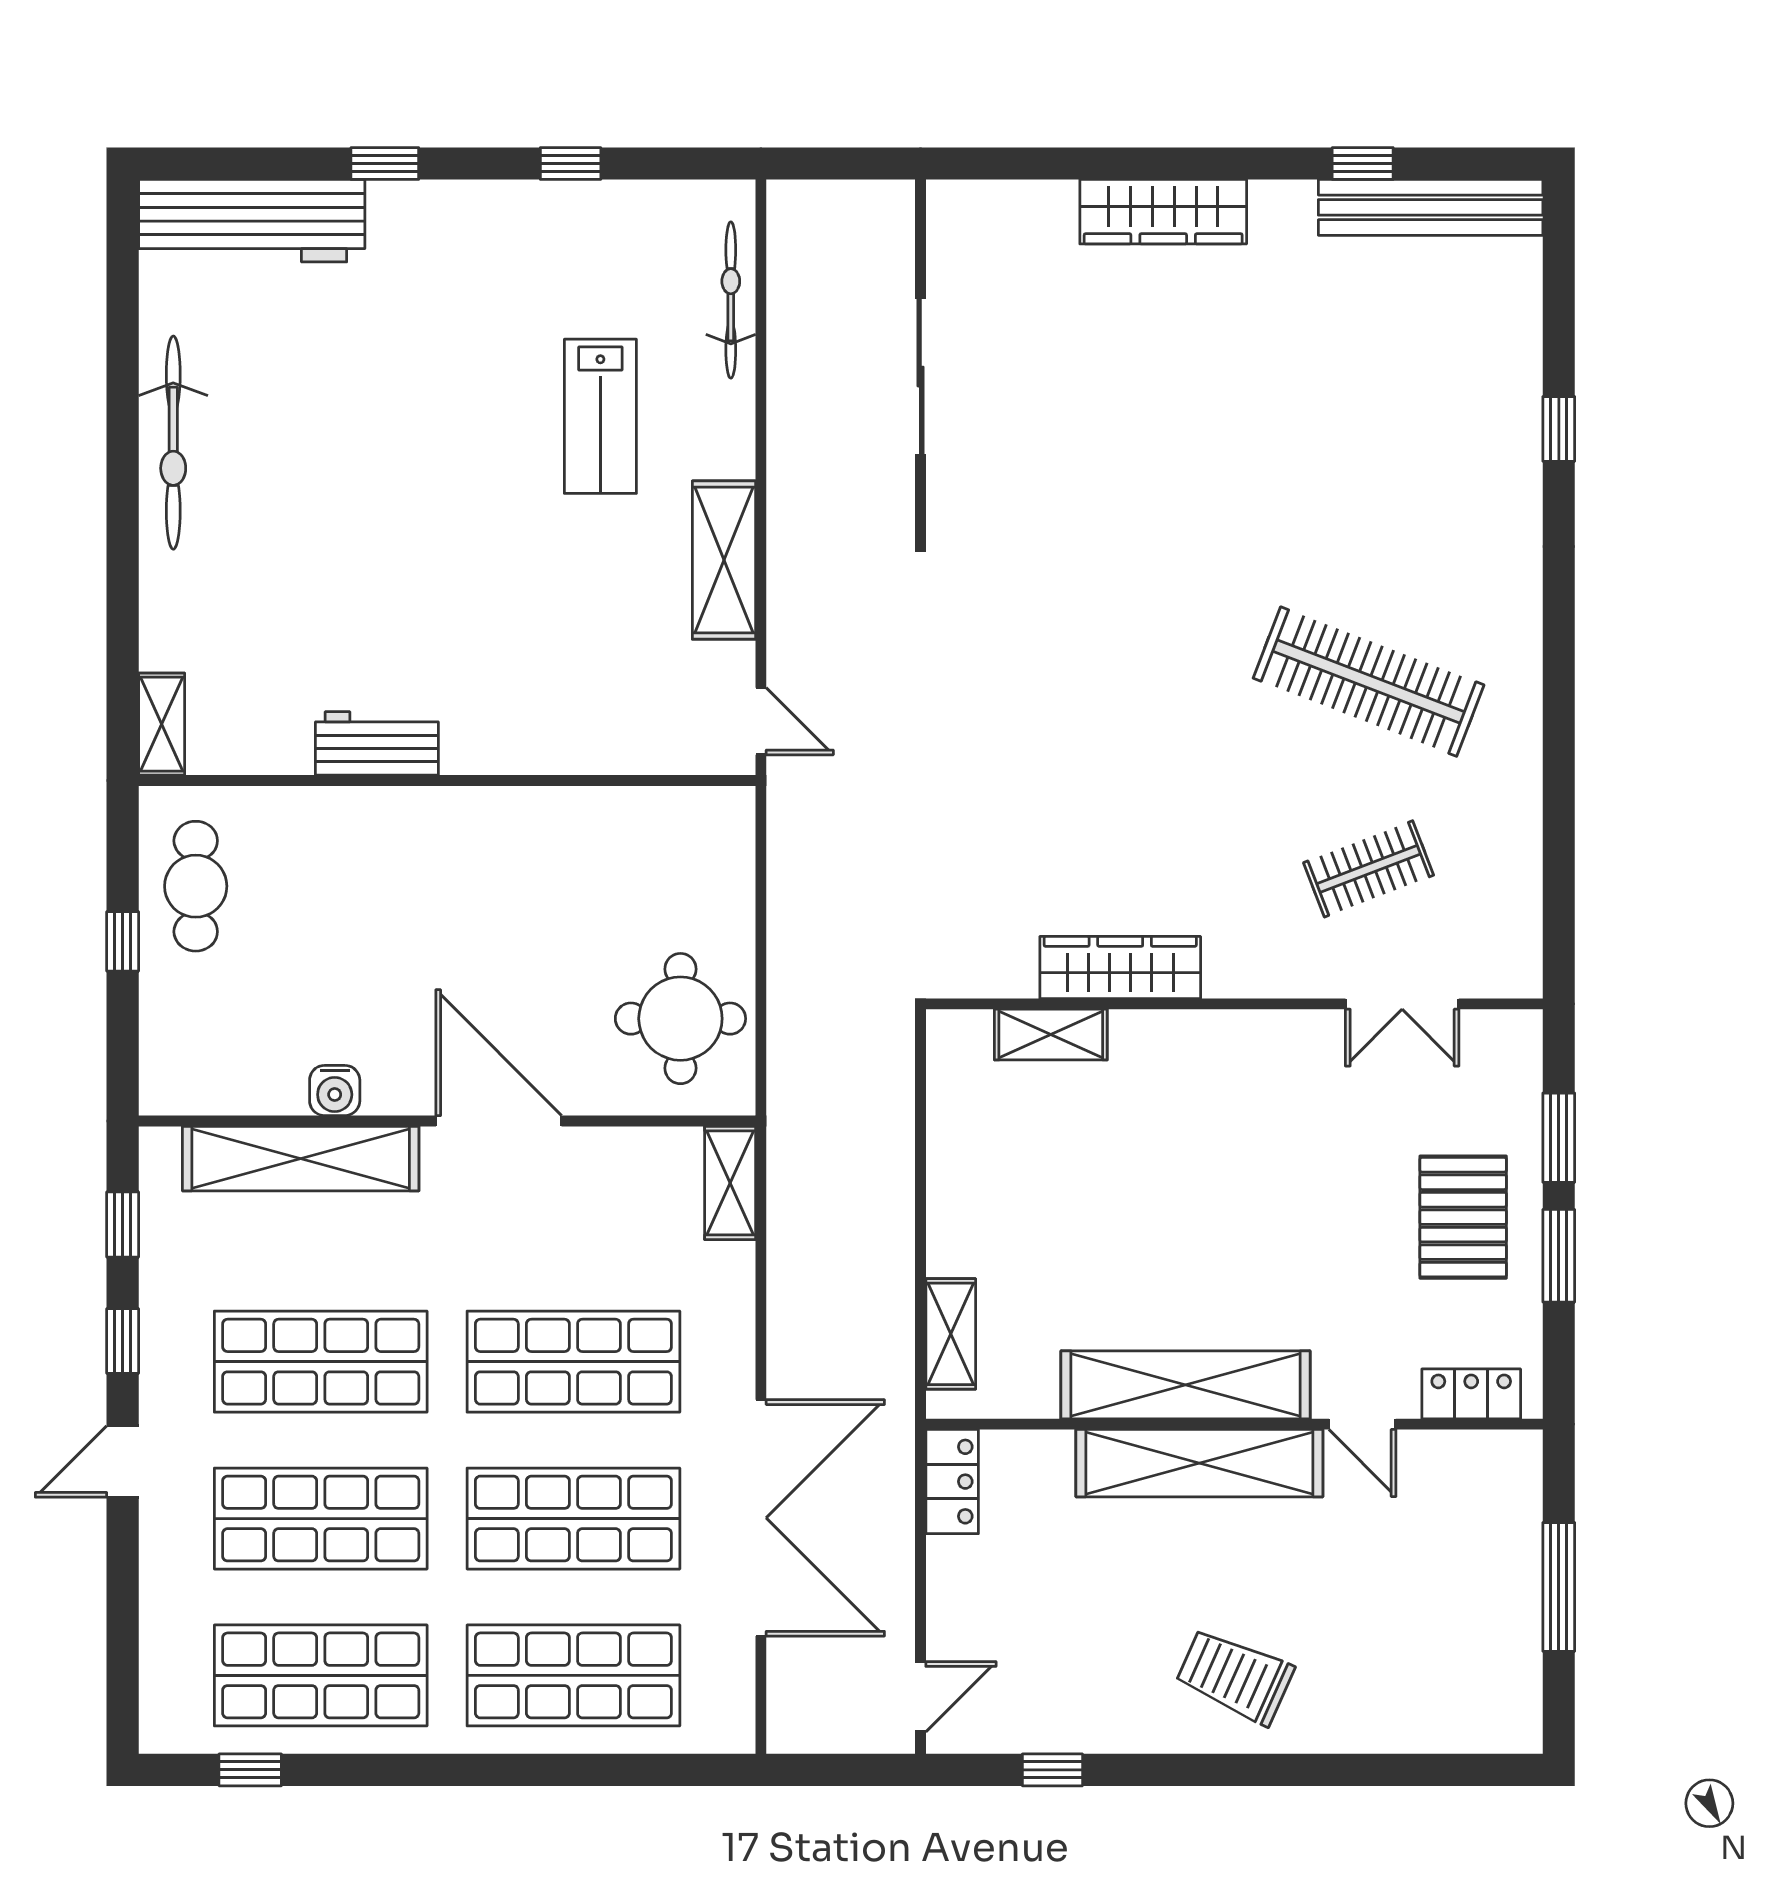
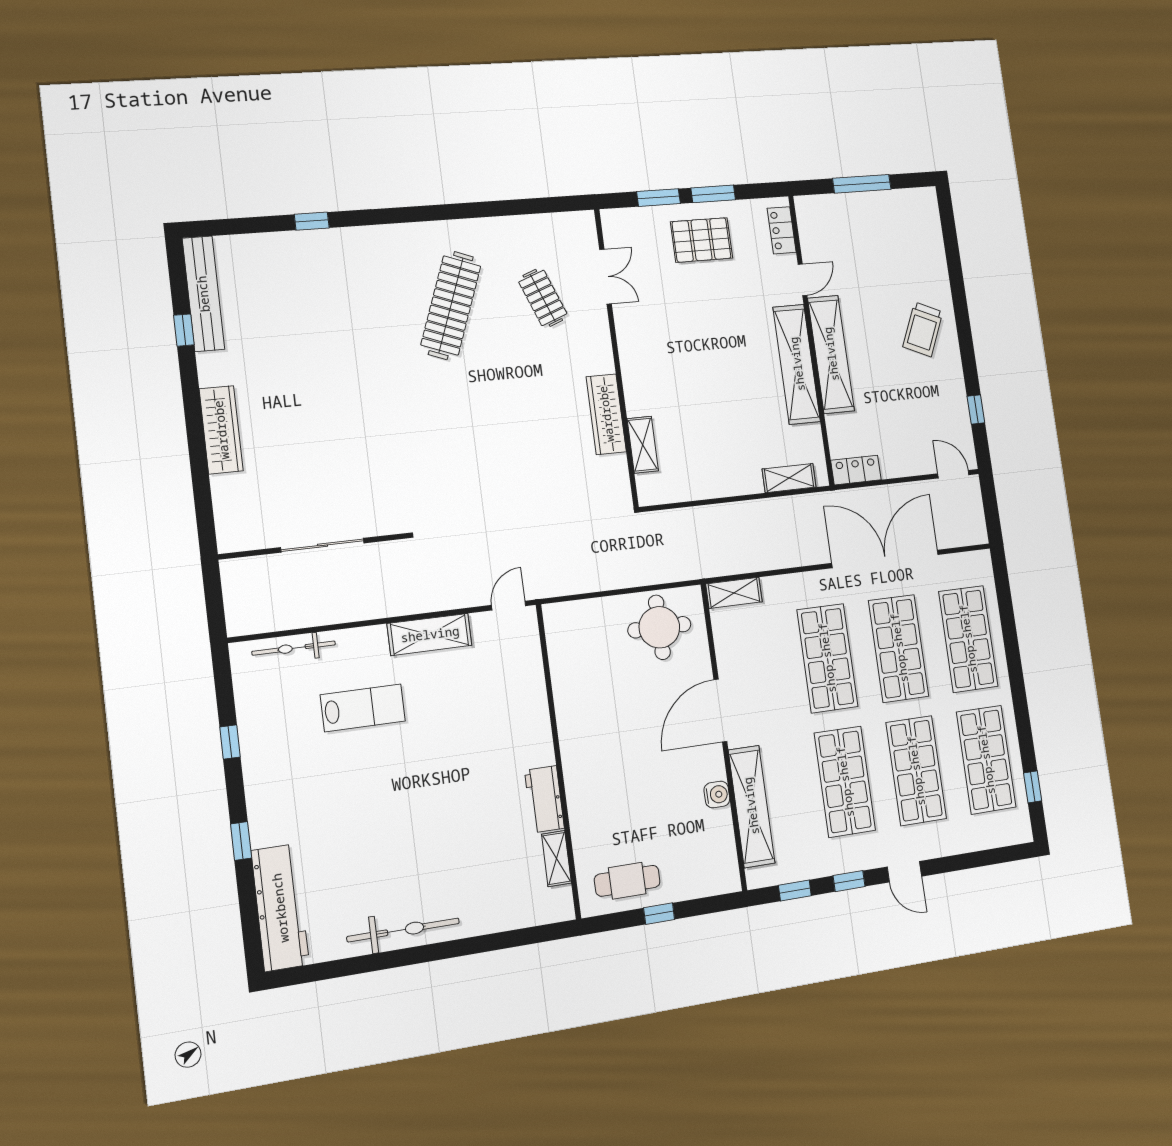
shelving: (162, 724) -> (556, 859), moved, turned 90

